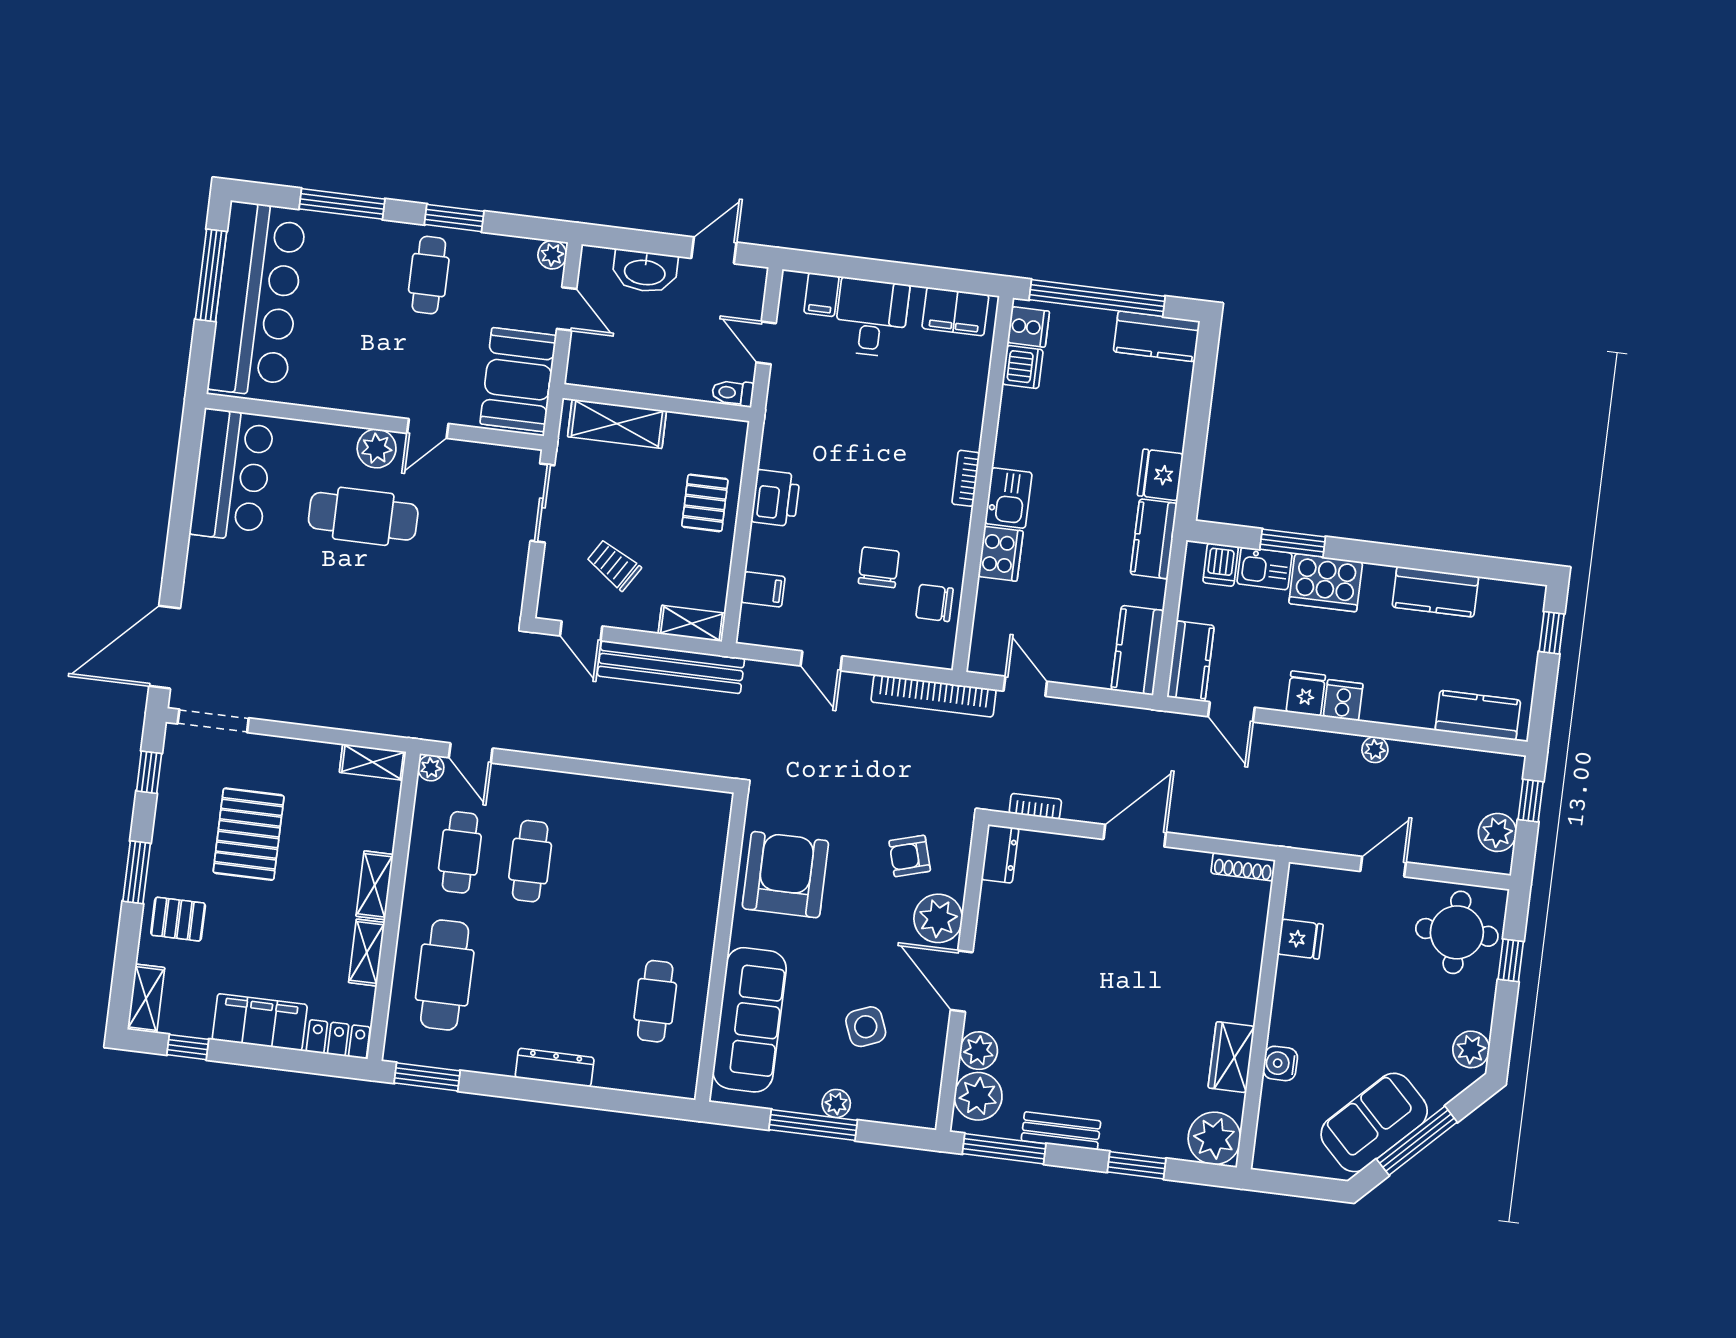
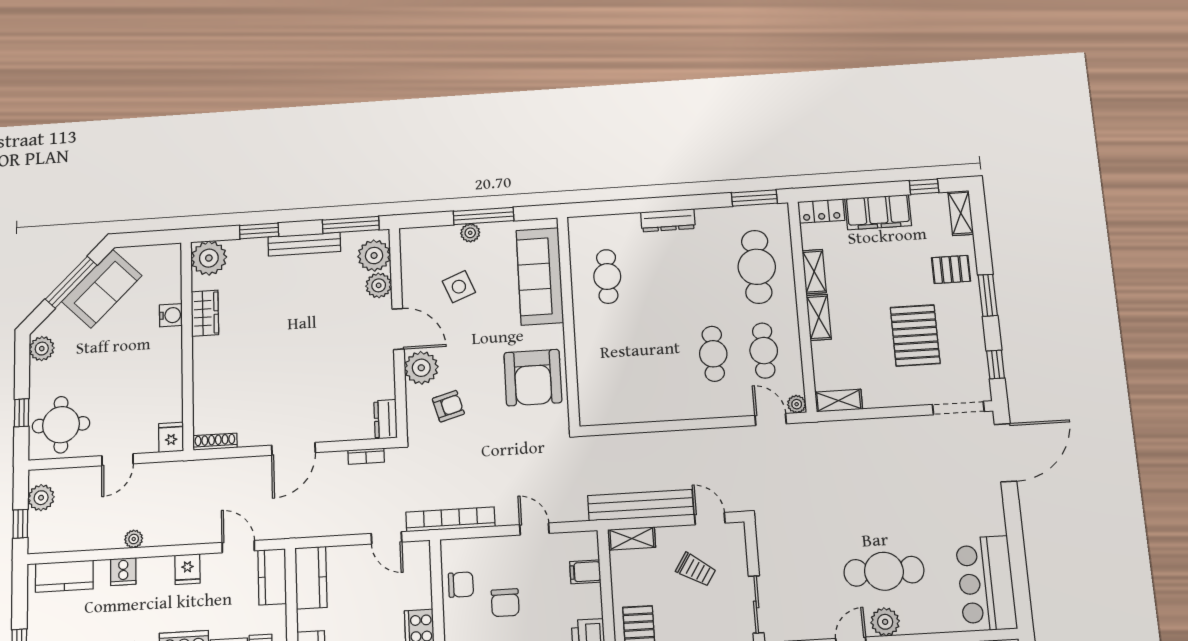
cooker: (1343, 700) -> (123, 572), moved
fridge: (1300, 939) -> (171, 437), moved, turned 90
bench: (1061, 1131) -> (304, 244), width x1.36

